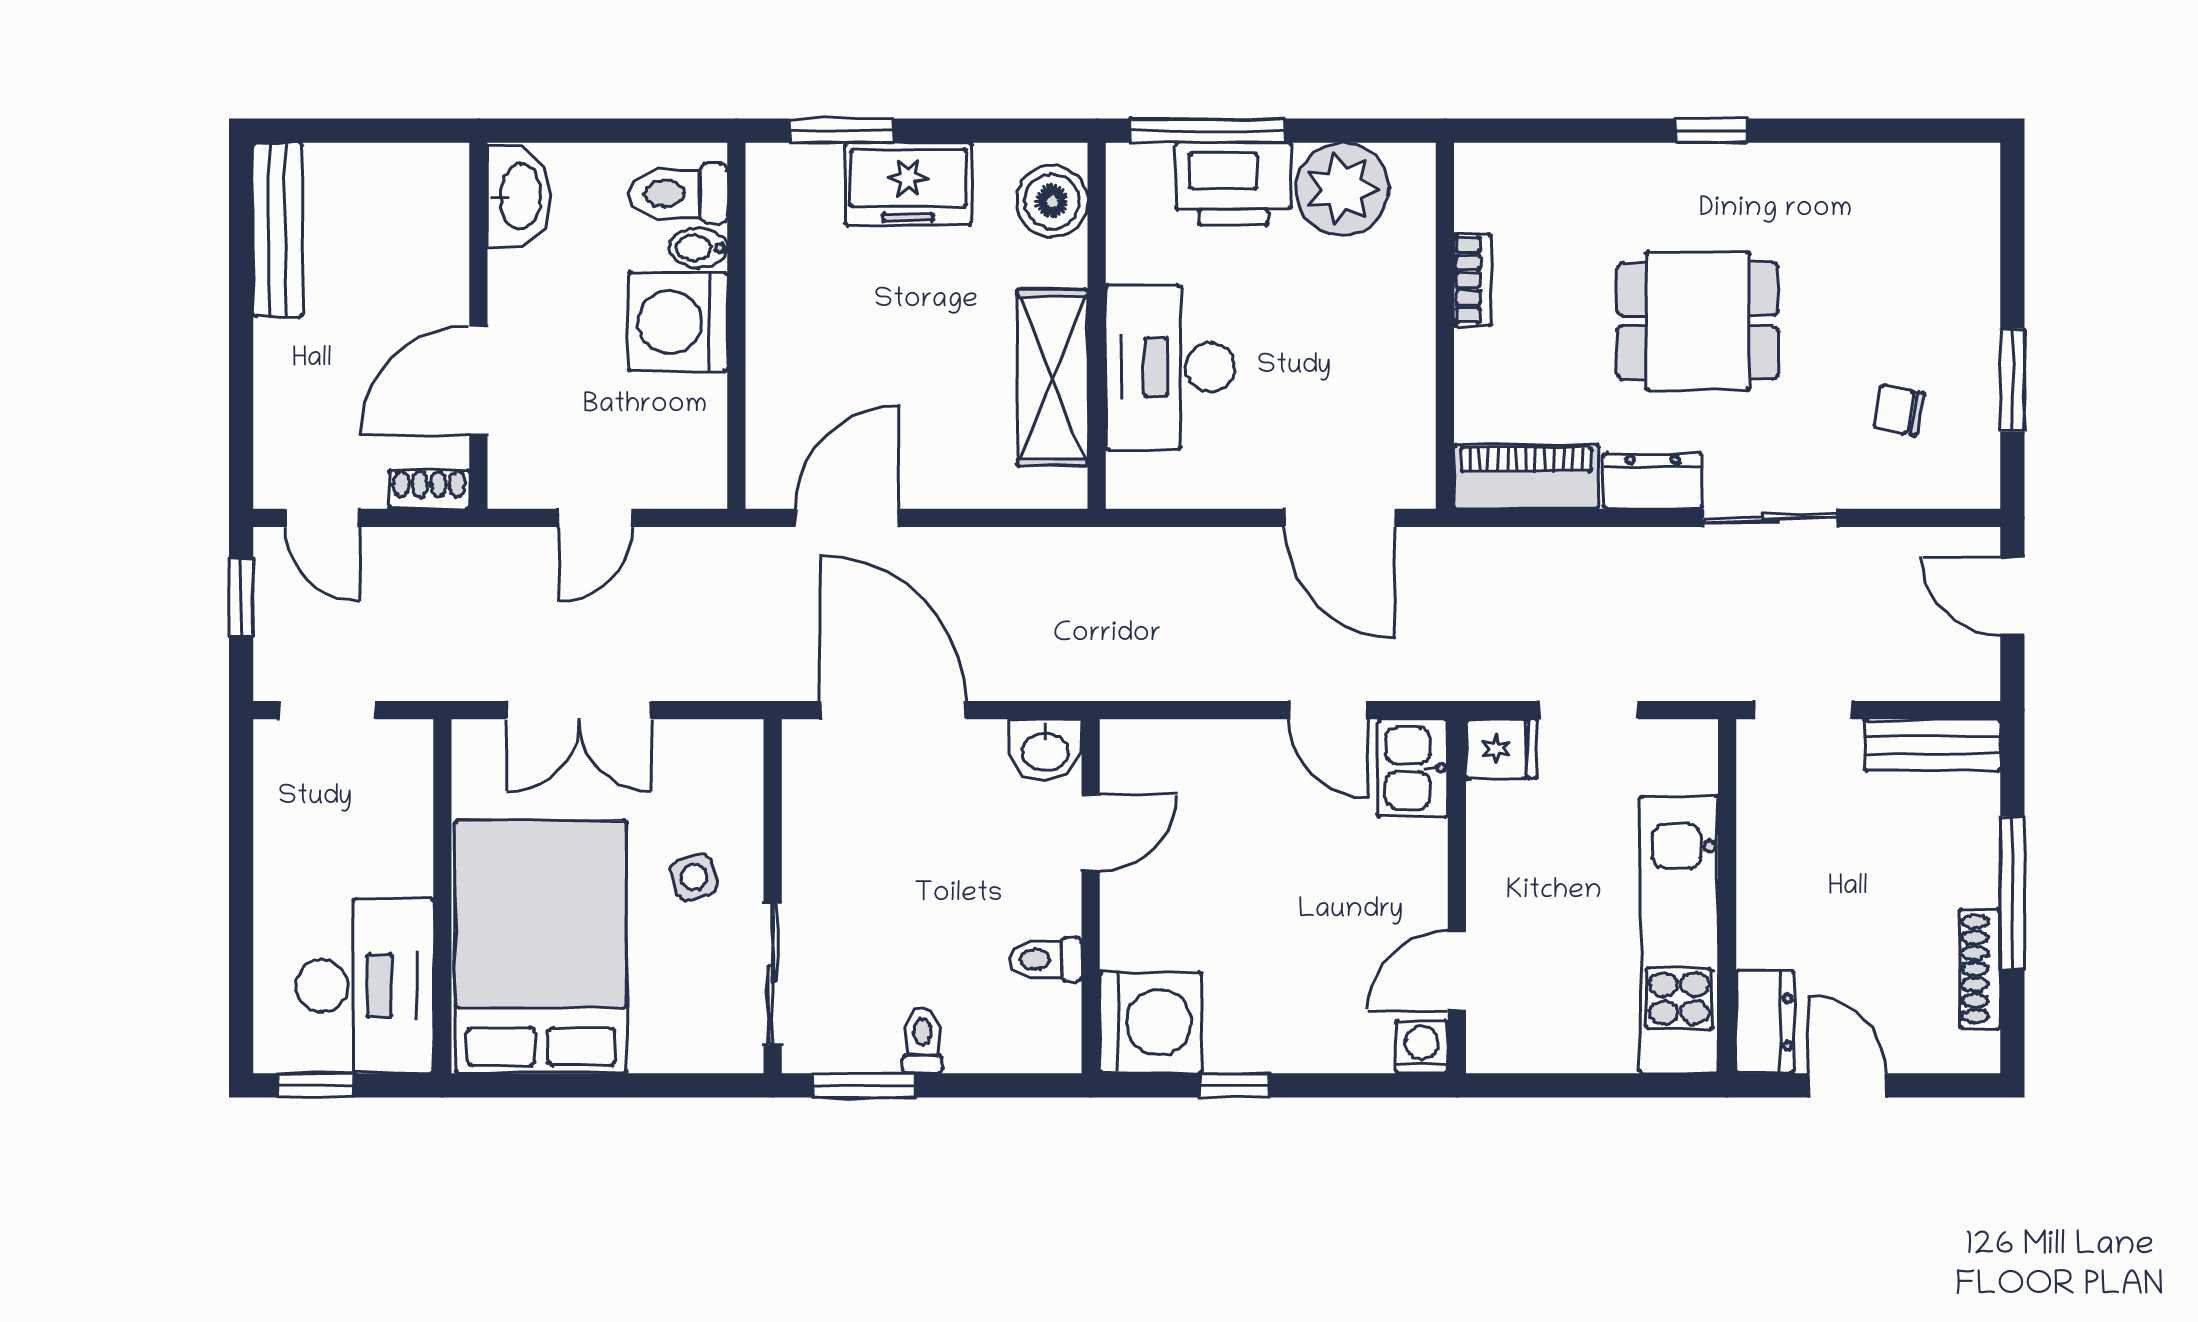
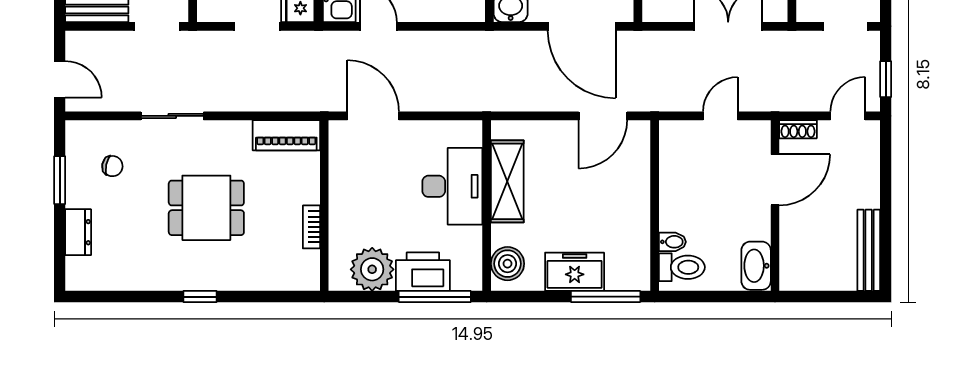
window: (842, 131) -> (606, 297), width x1.44
washing machine: (678, 322) -> (682, 207), removed
dresser: (1653, 481) -> (78, 232), moved, turned -90
door: (322, 518) -> (848, 116), hinge flipped

